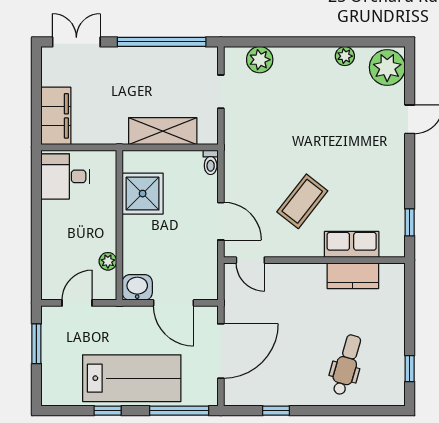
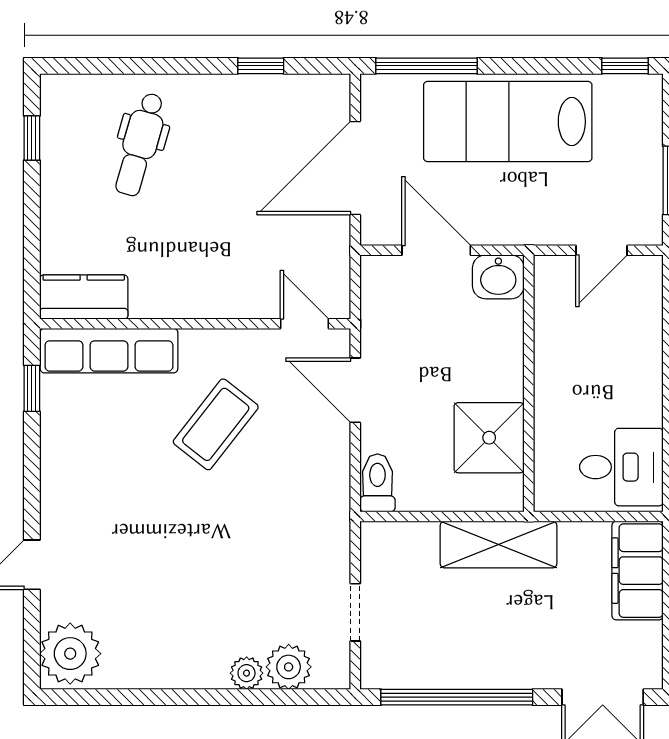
plant: (345, 56) -> (247, 673), moved
shelving: (163, 131) -> (499, 545), moved
toilet: (211, 162) -> (377, 483), width x1.37, depth x1.39
row of seats: (352, 244) -> (109, 351), width x1.48
plant: (108, 261) -> (549, 322), removed
kitchen counter: (353, 276) -> (84, 297), moved
window: (108, 411) -> (625, 66), moved

